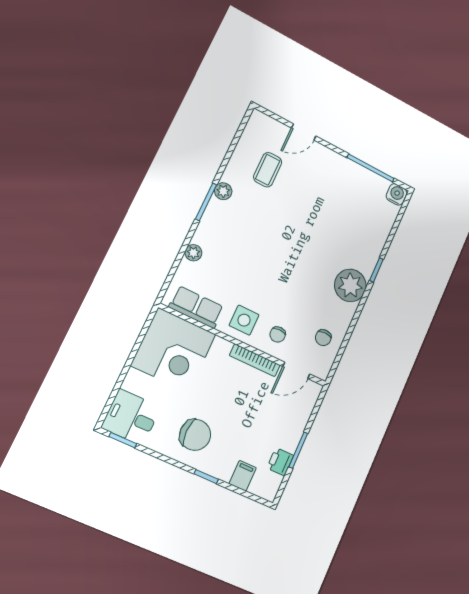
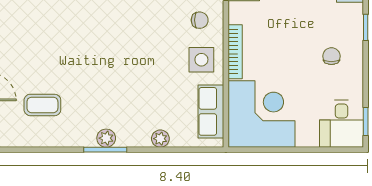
plant: (223, 191) -> (106, 138), moved
bookcase: (255, 360) -> (235, 52), moved
chair: (195, 435) -> (331, 56), width x0.54, depth x0.54

